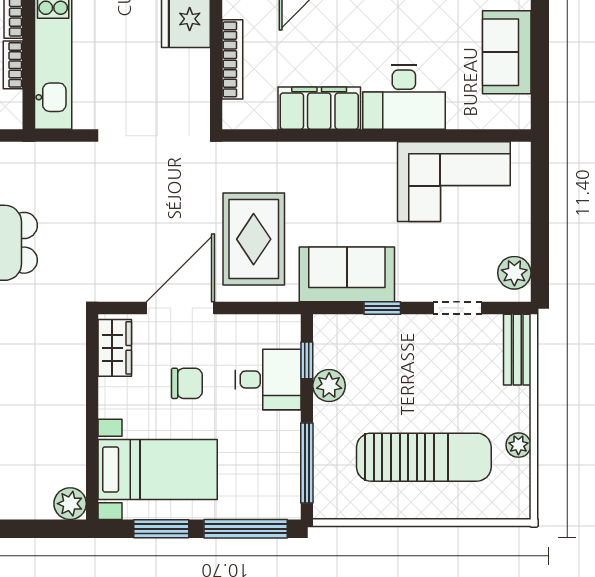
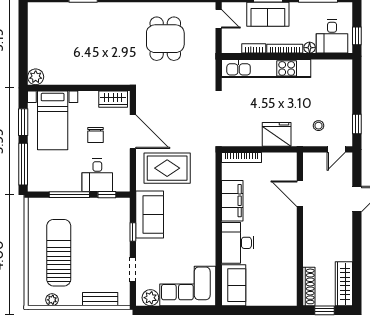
sofa: (507, 52) -> (234, 285), moved, turned 90
bookcase: (232, 59) -> (241, 158), moved
corner sofa: (454, 182) -> (188, 286), moved, turned 90
bench: (517, 350) -> (100, 299), moved
plant: (329, 386) -> (94, 206), removed
plant: (518, 445) -> (52, 300), moved
sun lounger: (424, 457) -> (59, 253), turned 180
window: (307, 463) -> (69, 195), moved

